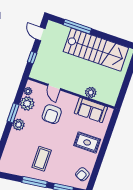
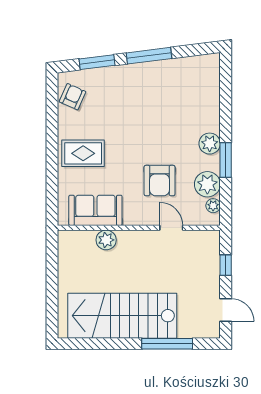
armchair: (52, 114) -> (160, 181), turned 180
coffee table: (42, 159) -> (151, 99), removed

